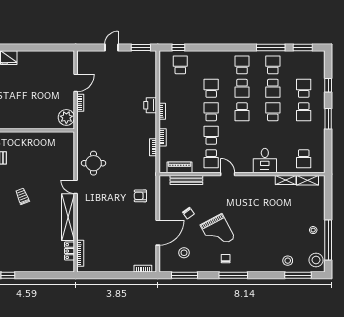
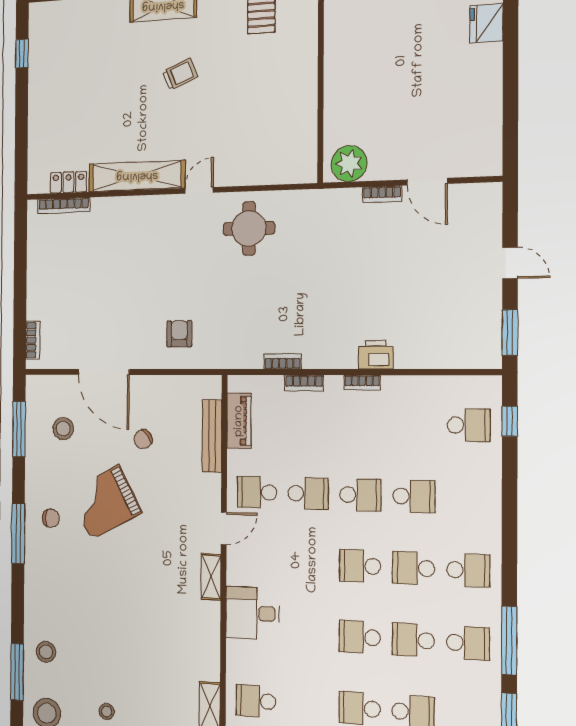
school desk: (273, 112) -> (360, 637), turned 180
shelving: (286, 180) -> (211, 577), moved

